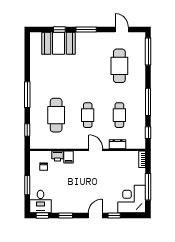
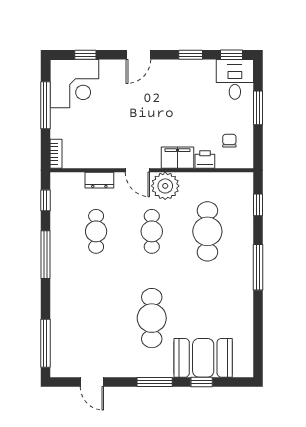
cafe table: (119, 66) -> (152, 318), moved
plant: (80, 141) -> (165, 186), added
filing cabinet: (69, 157) -> (177, 158), width x2.00
window: (114, 215) -> (85, 55), moved

